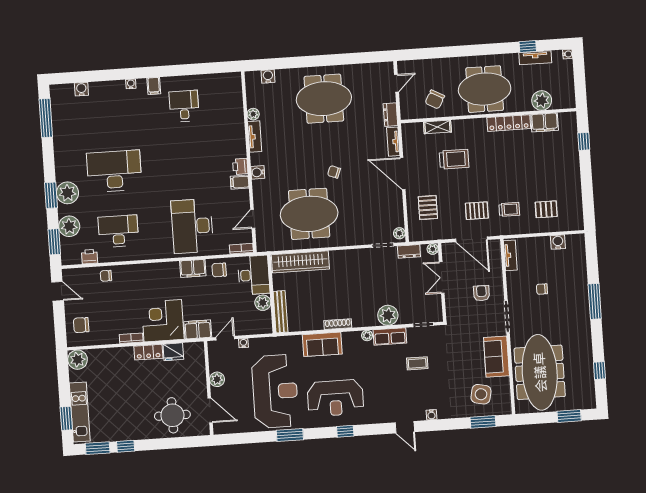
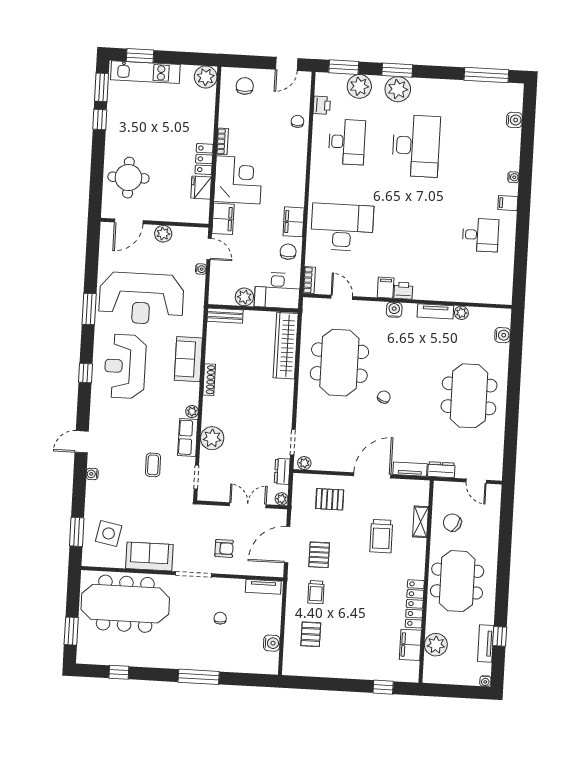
bench: (280, 312) -> (225, 316), width x0.73

